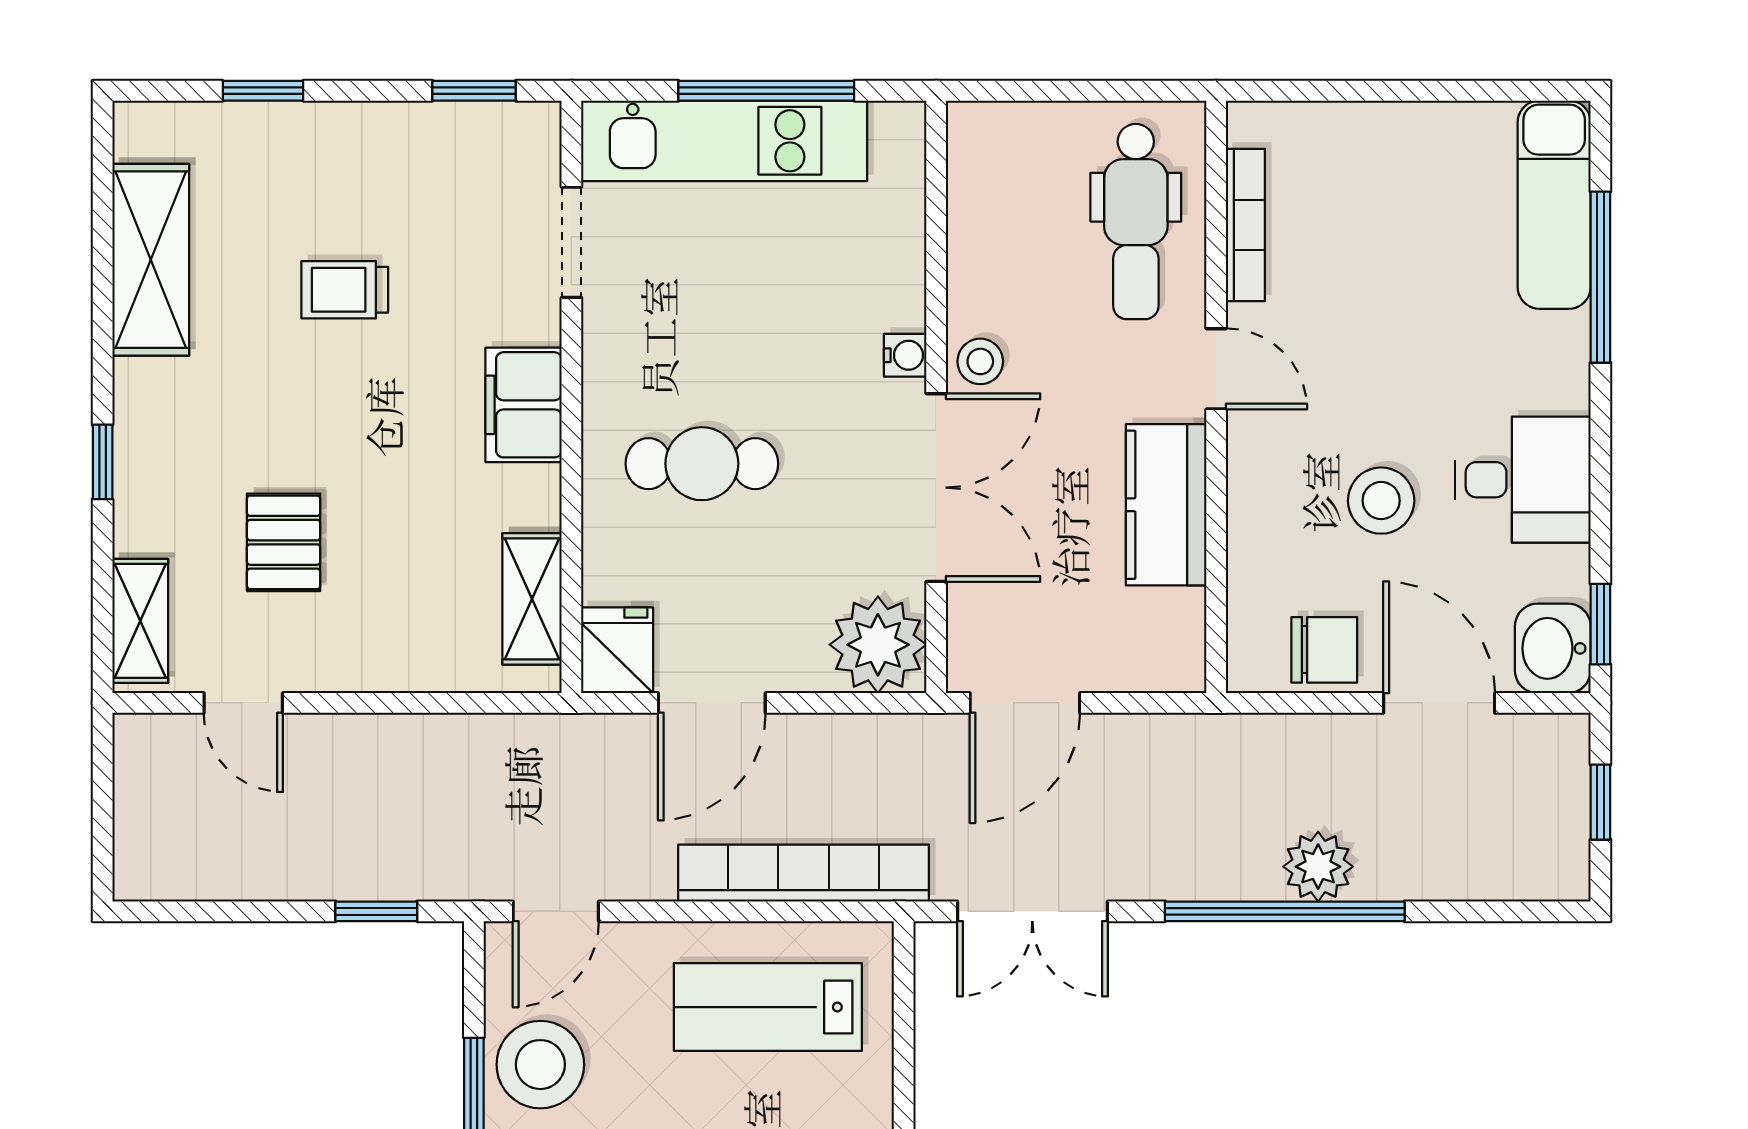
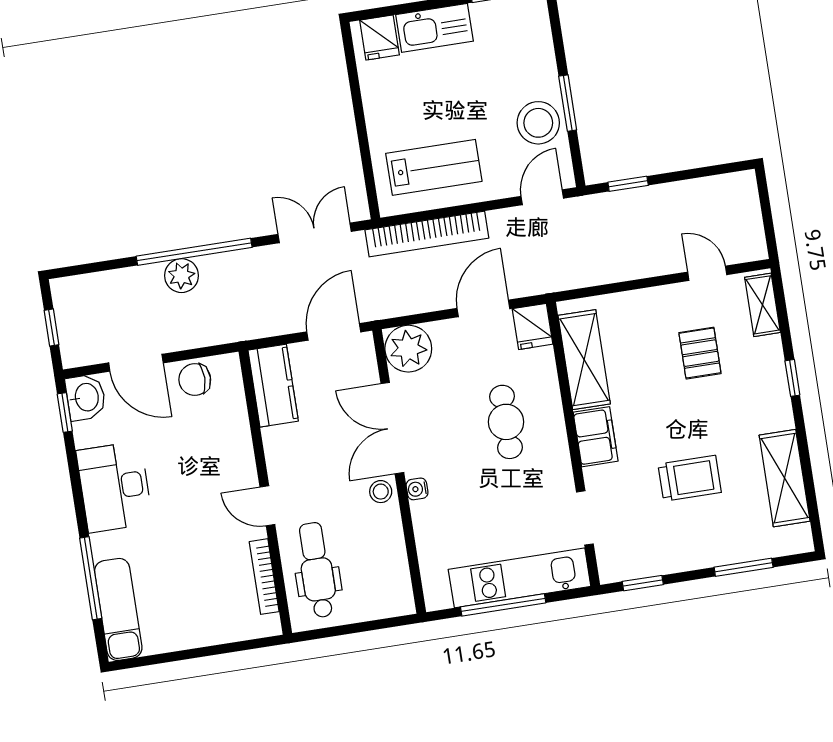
window: (263, 91) -> (744, 567), width x1.50
trolley: (345, 290) -> (690, 478), width x1.36, depth x1.39
cafe table: (702, 464) -> (506, 422), turned 90
desk: (1523, 480) -> (114, 487), width x1.37
stool: (1381, 501) -> (179, 455), removed
kitchen counter: (1166, 505) -> (273, 386), moved
shelving: (532, 599) -> (584, 360), width x1.50, depth x1.33

